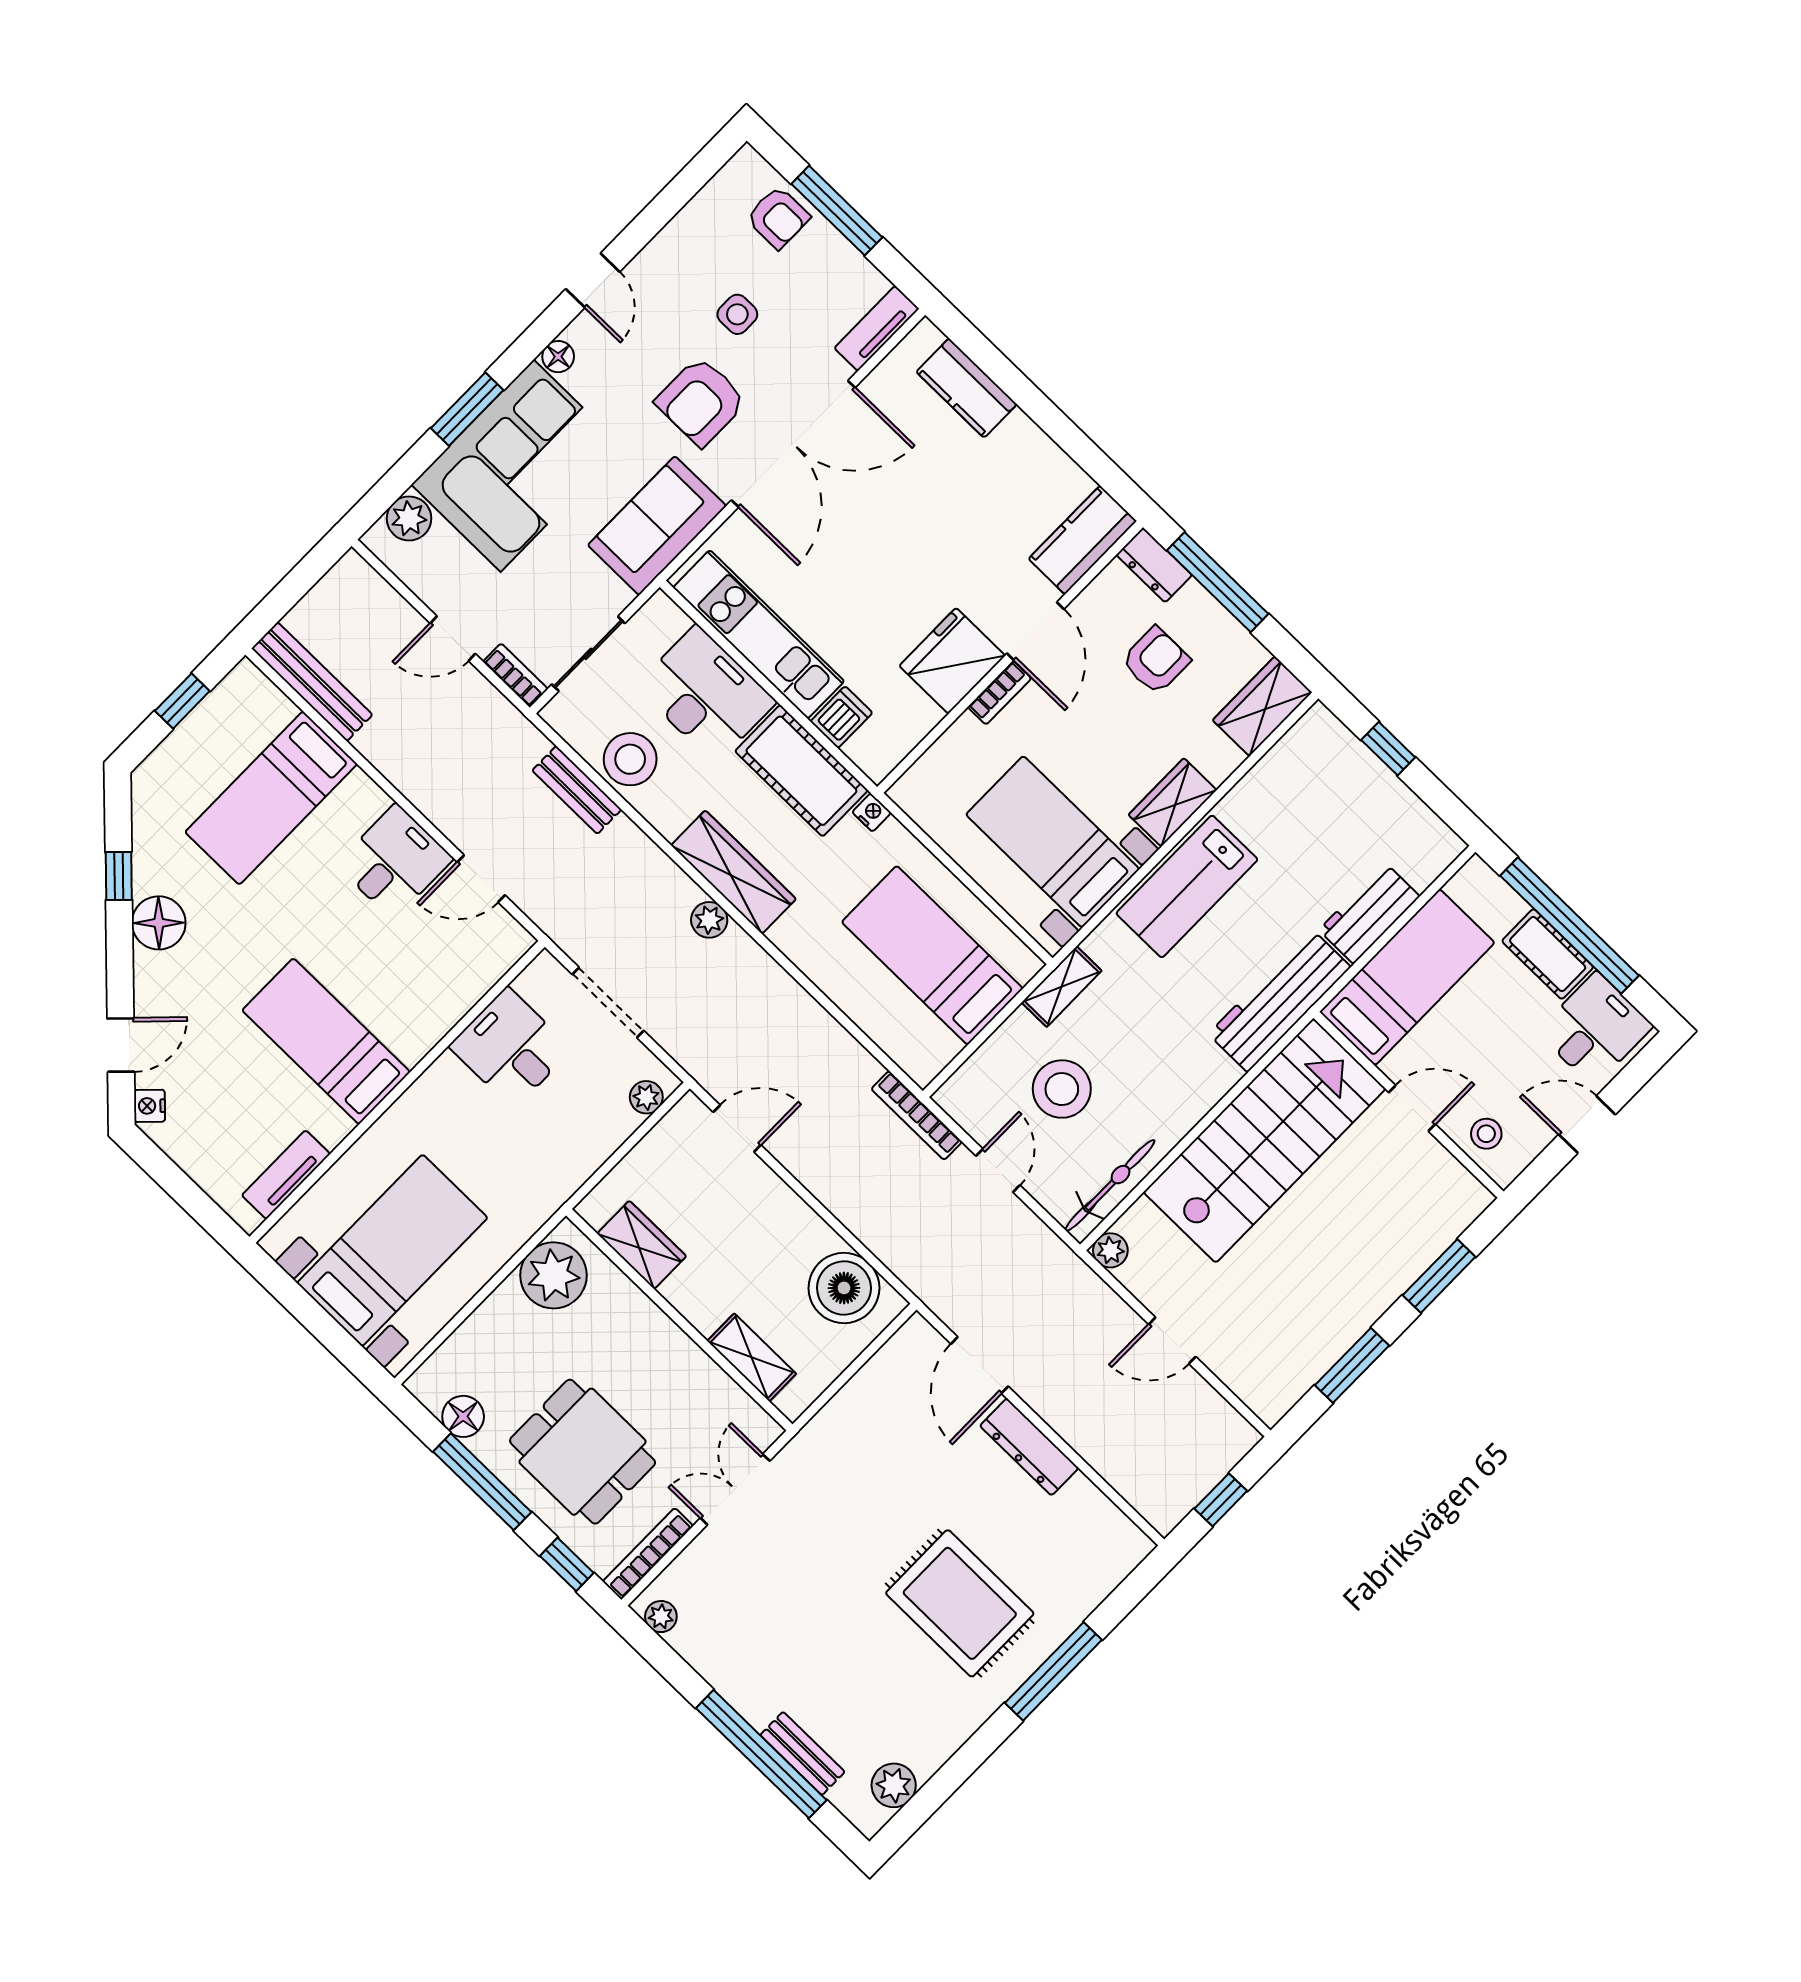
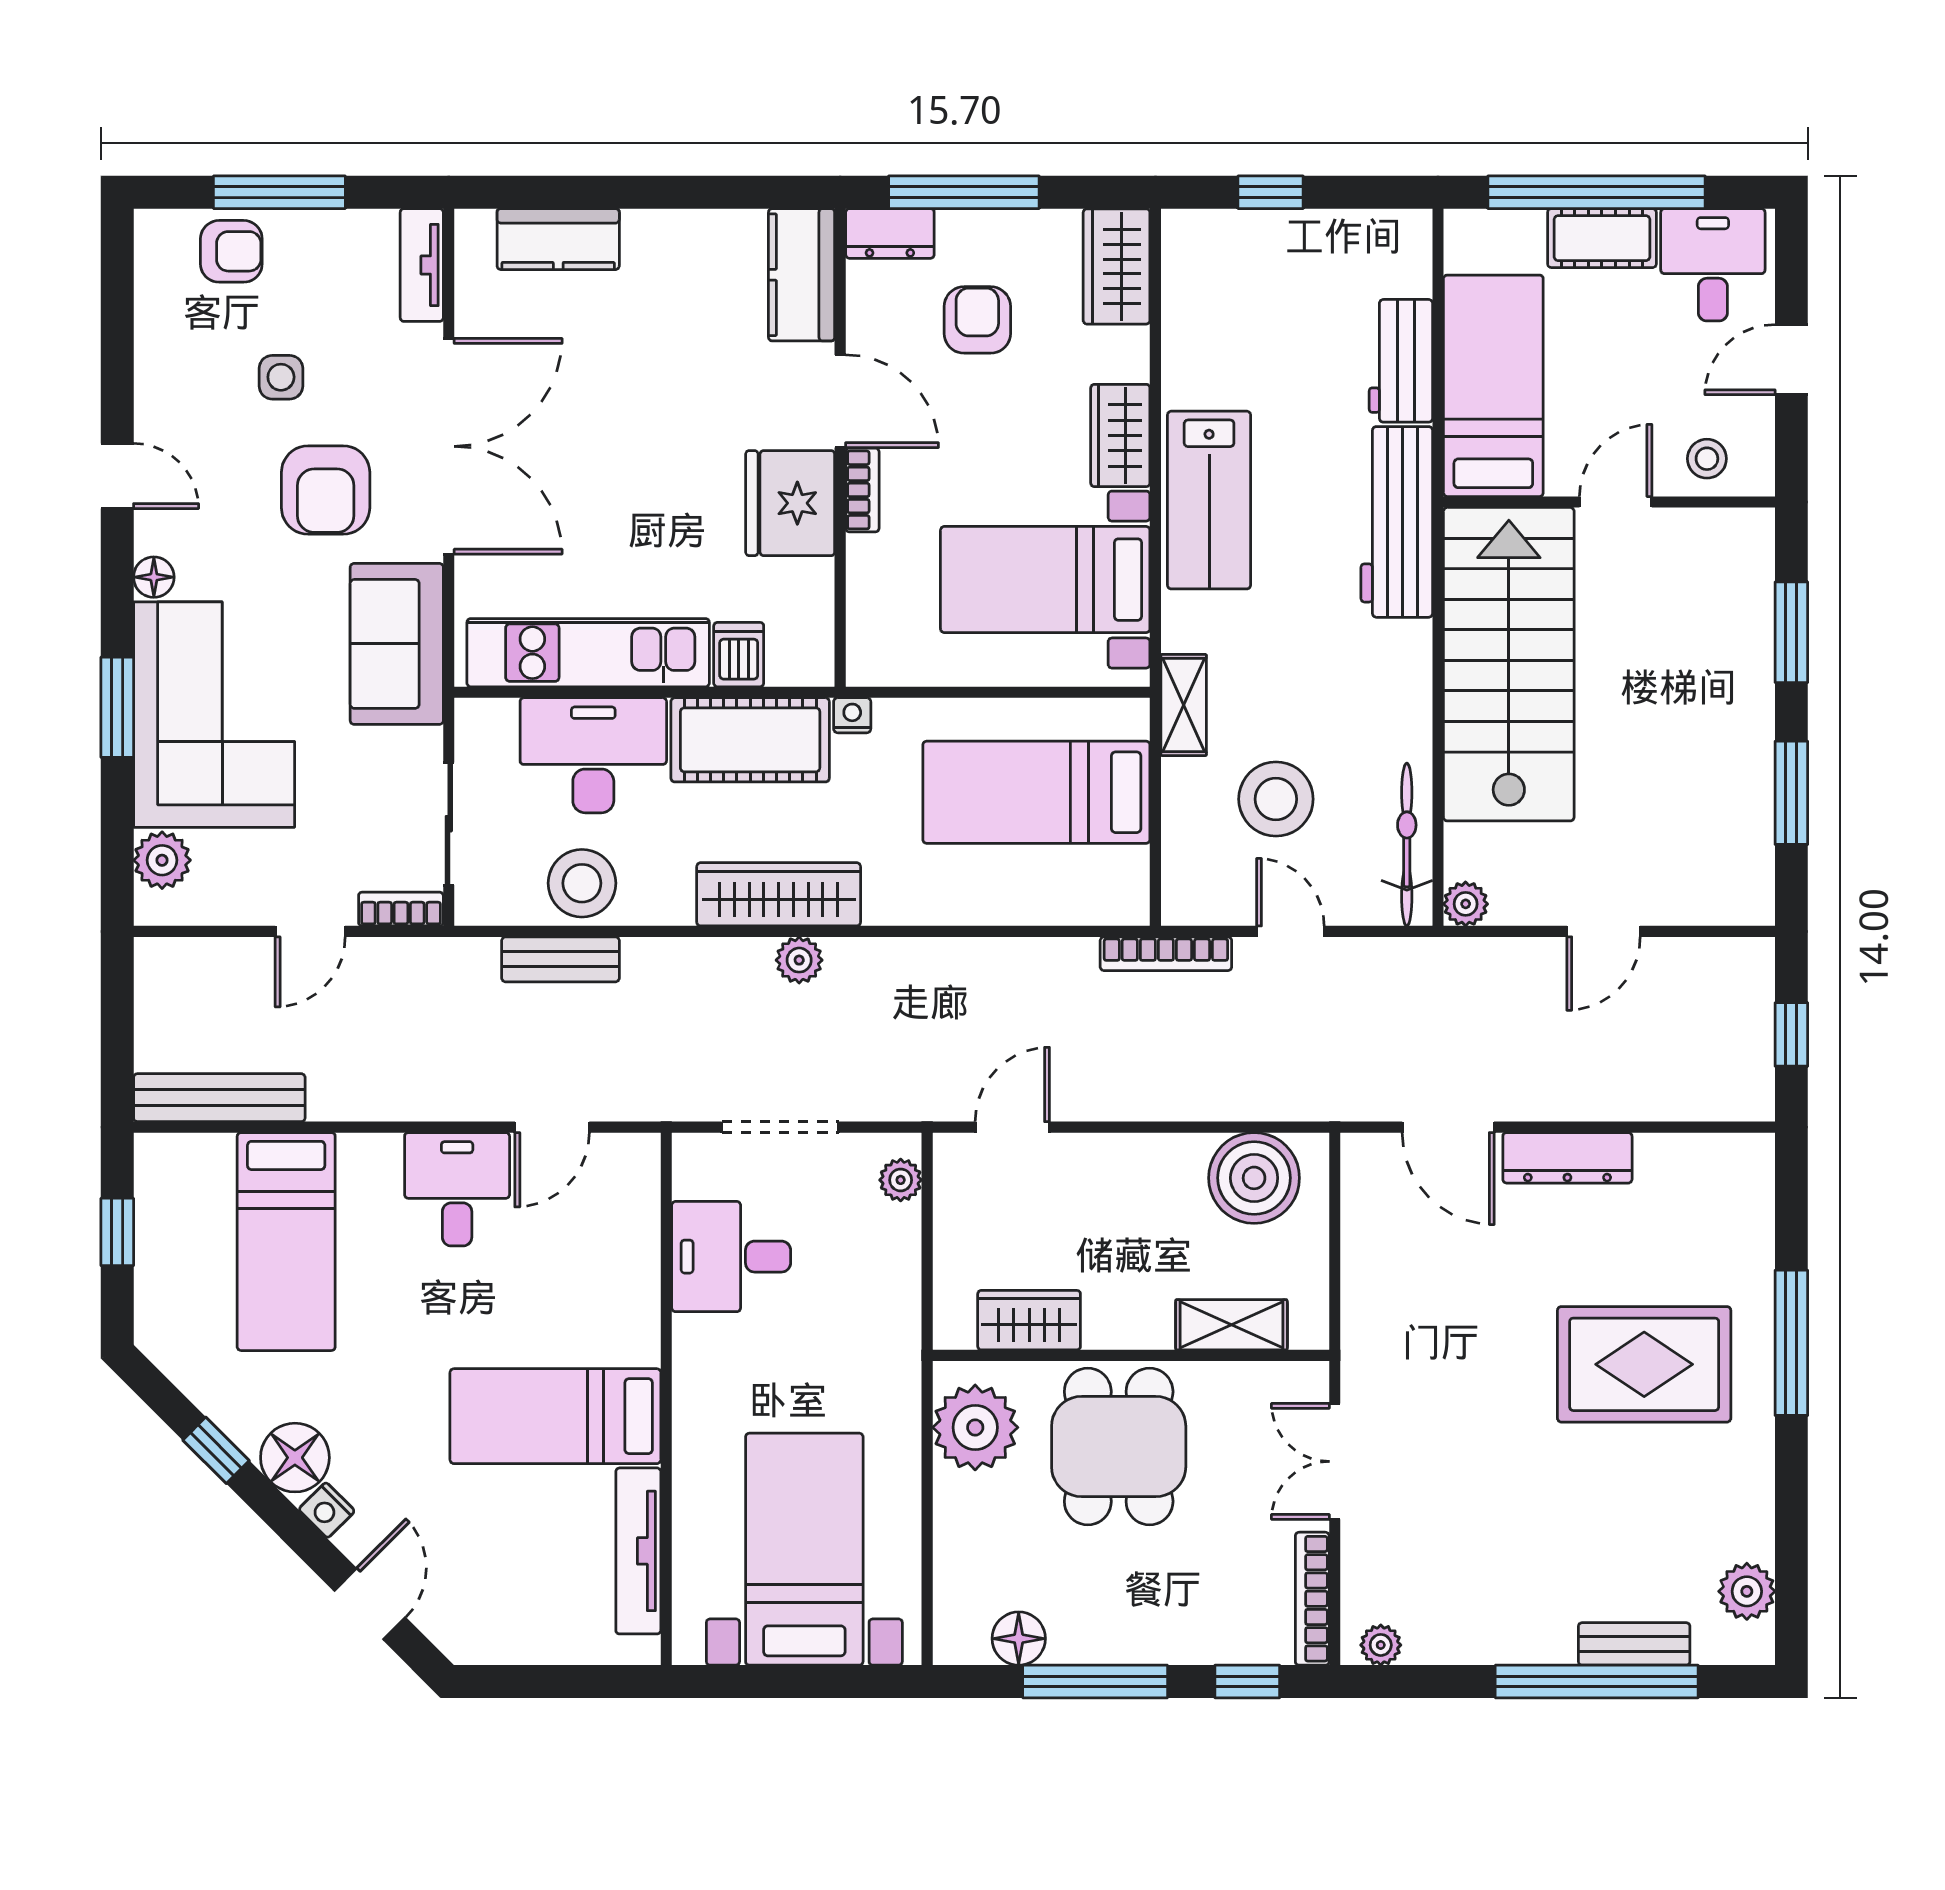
nightstand: (150, 1106) -> (327, 1510), moved
tv unit: (286, 1175) -> (638, 1551), width x1.41
dining table: (583, 1452) -> (1119, 1447), moved, turned 90

